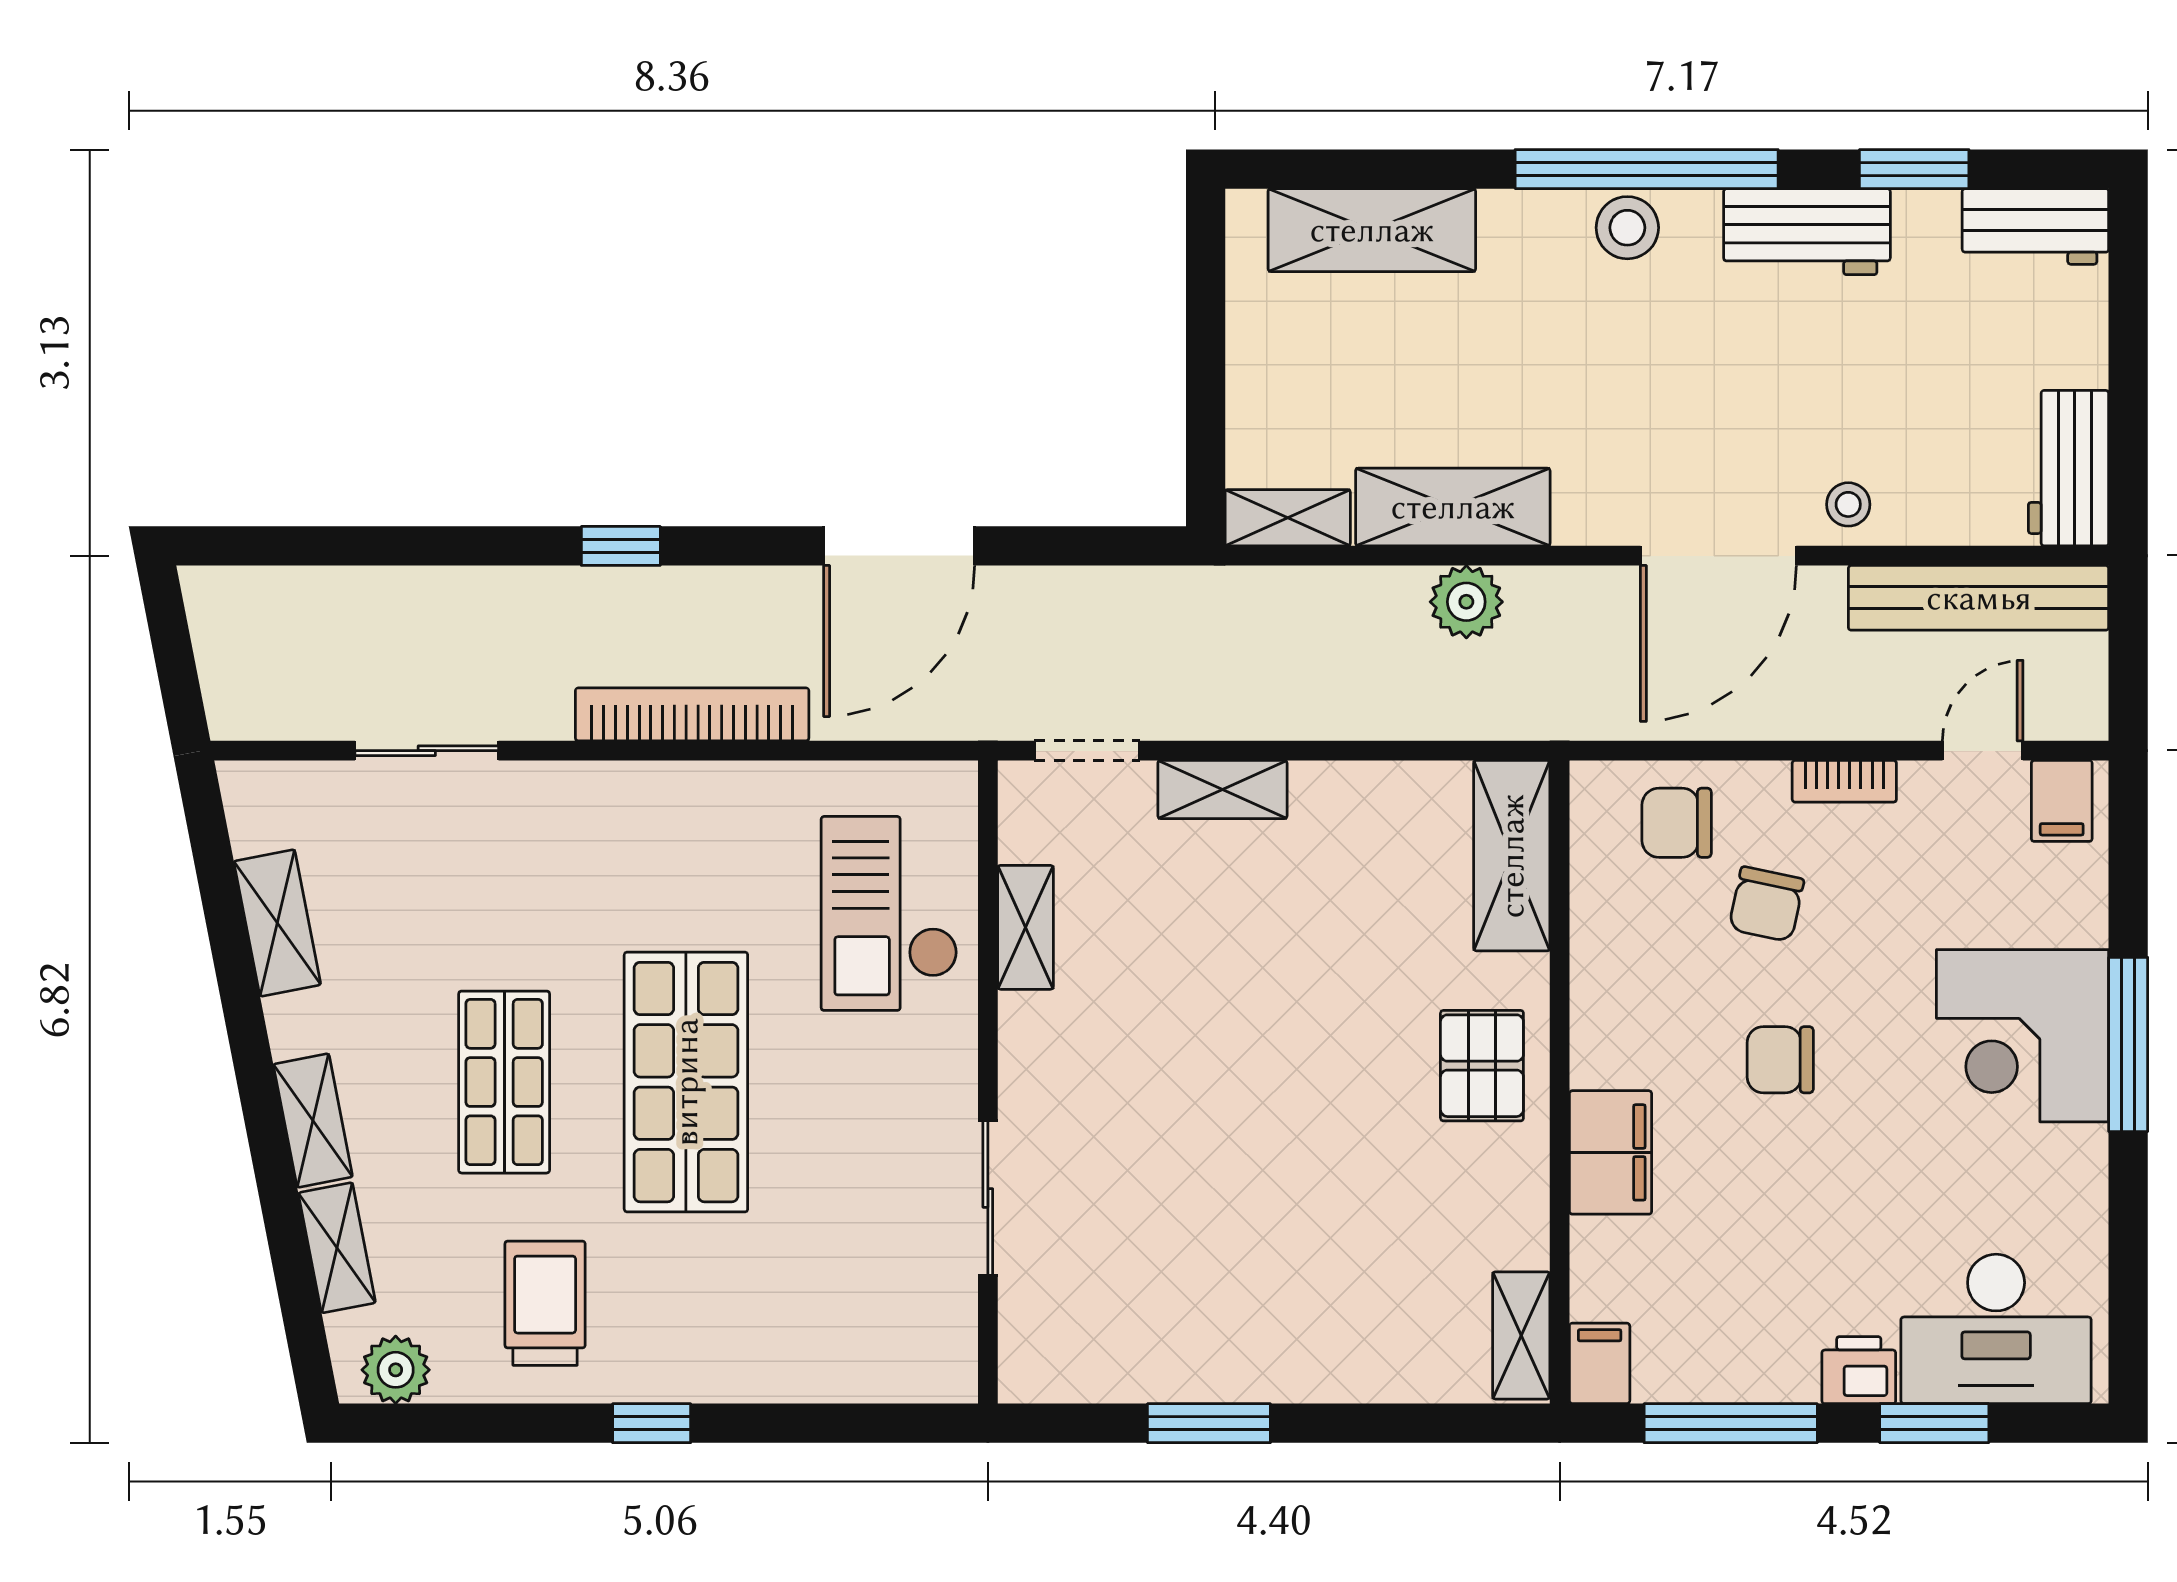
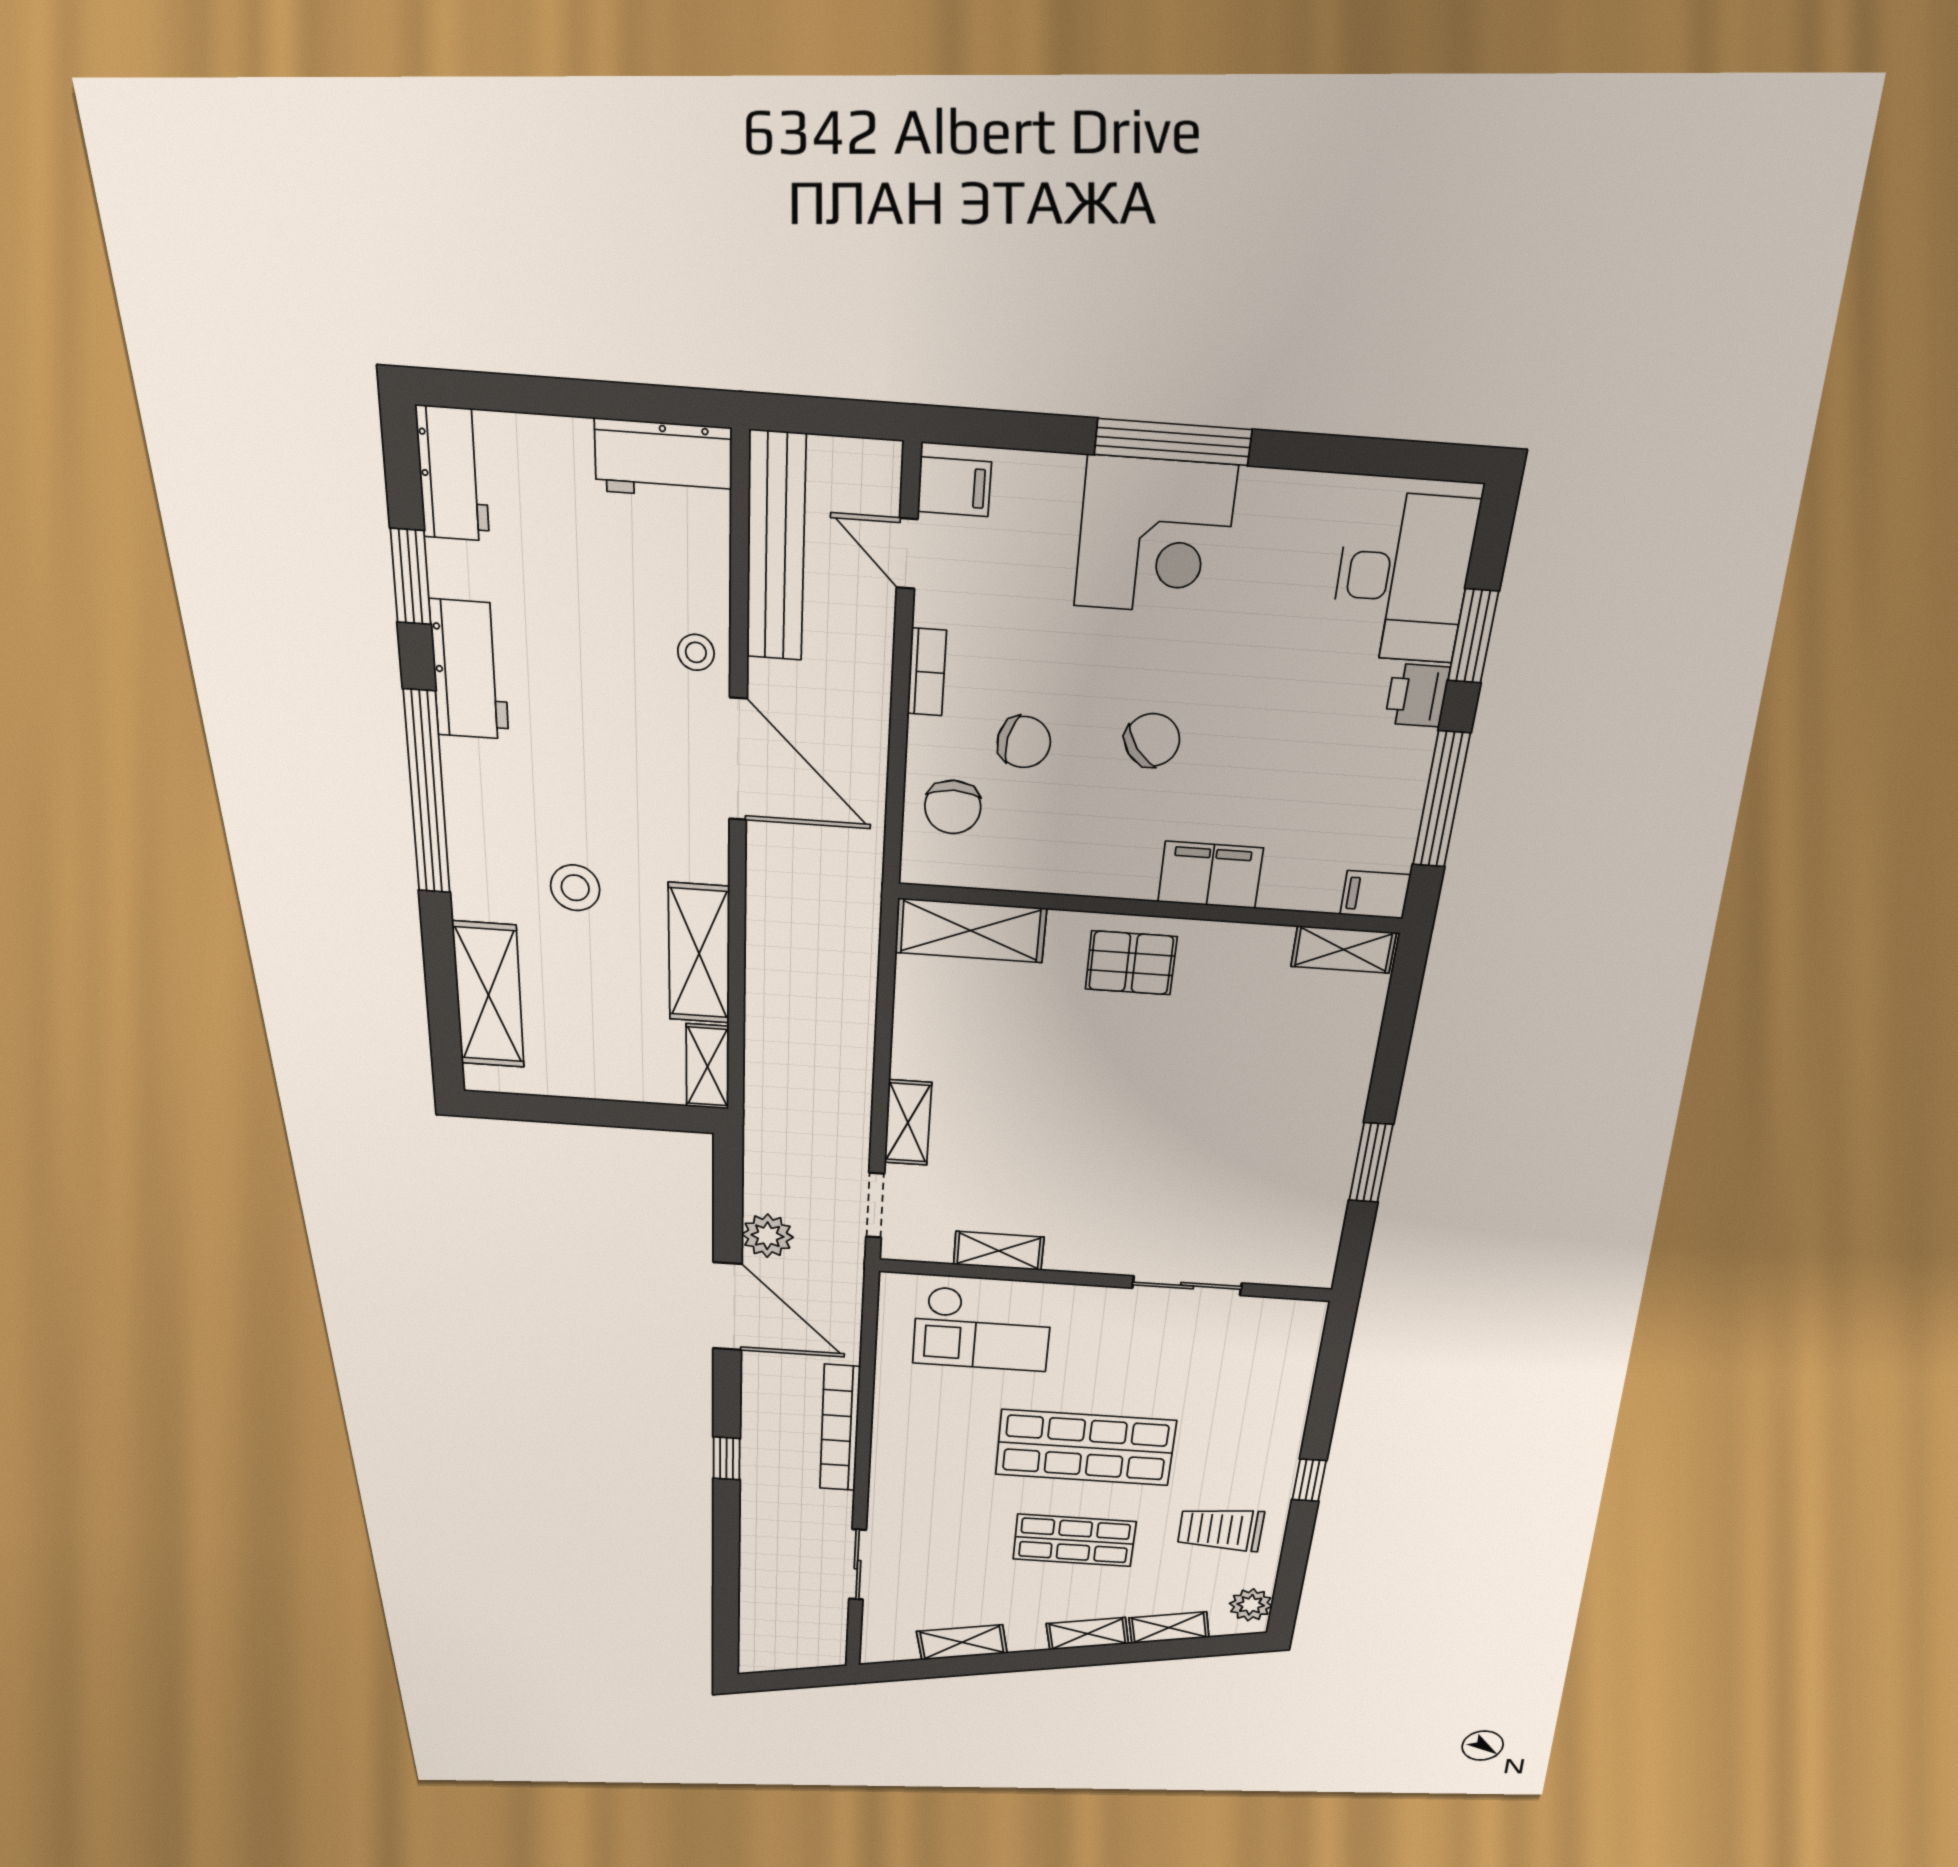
stool: (1627, 228) -> (575, 888), moved
plant: (1466, 602) -> (767, 1236), moved
chair: (1780, 1060) -> (1152, 740), turned -126

